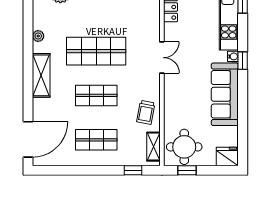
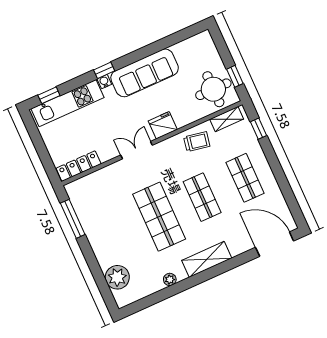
fridge: (227, 157) -> (163, 125), moved, turned 90

